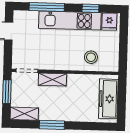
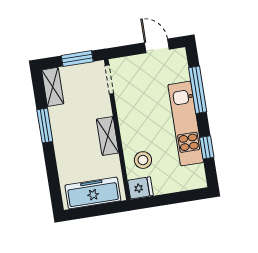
fridge: (109, 22) -> (140, 188), moved, turned 180
shelving: (52, 80) -> (108, 136), moved

